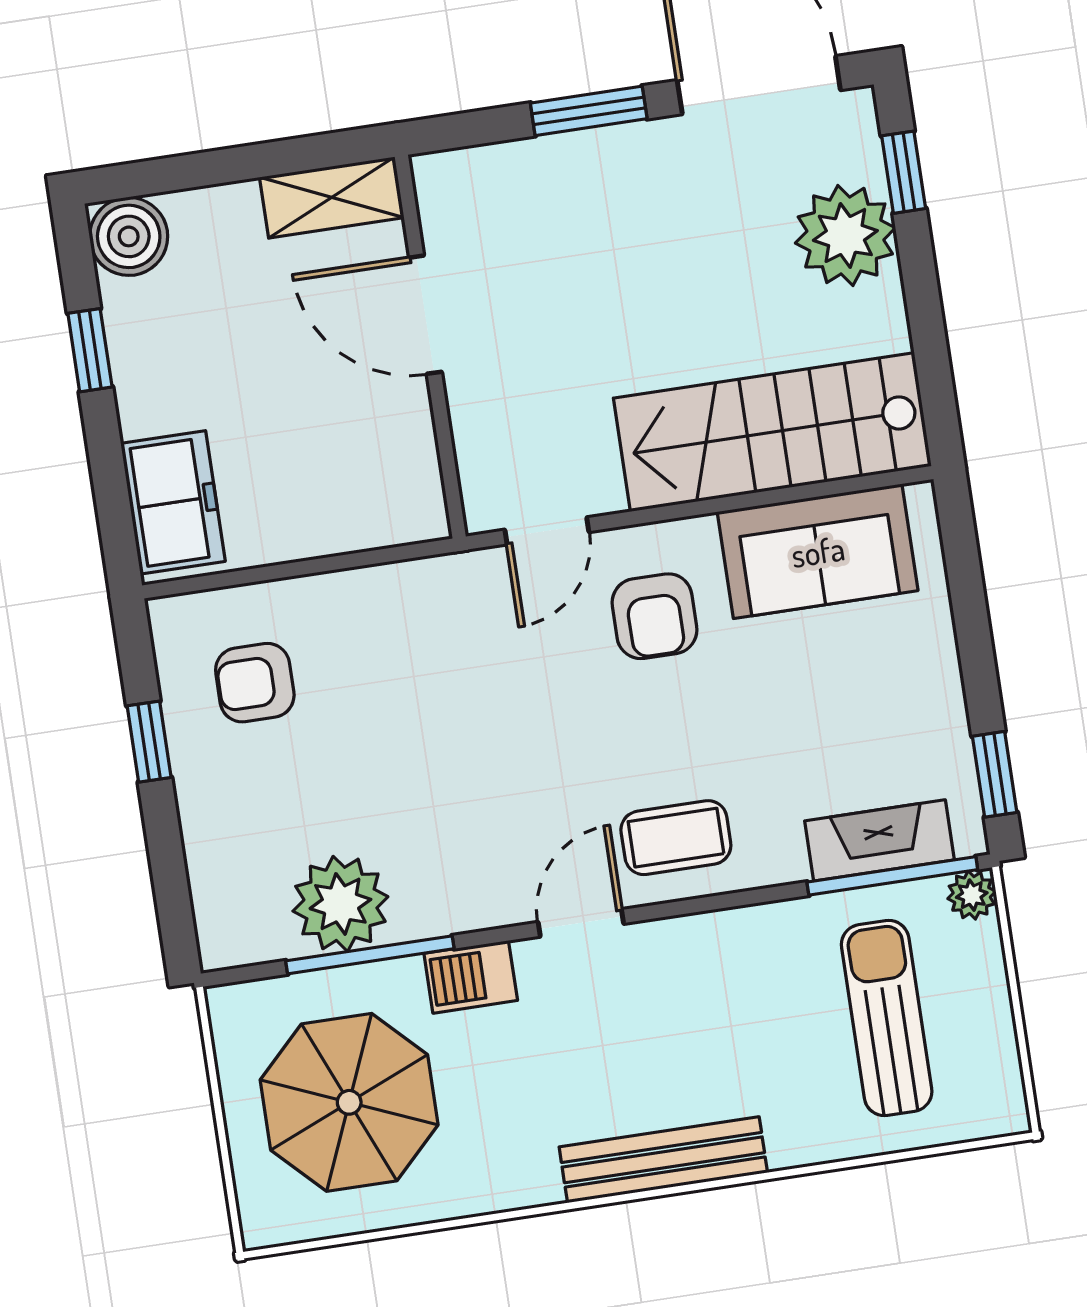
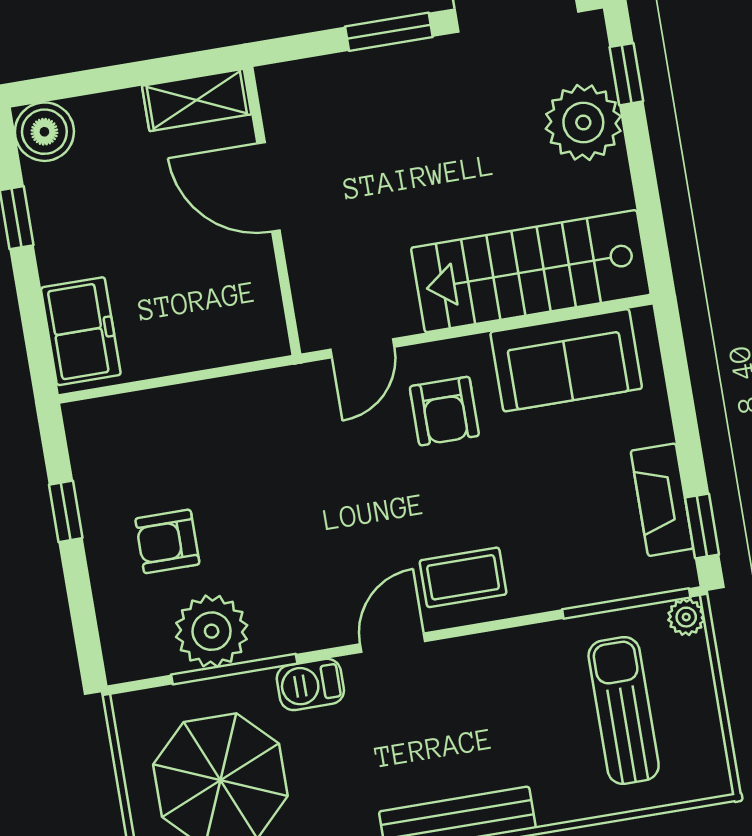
armchair: (255, 683) -> (167, 541), moved
fireplace: (879, 840) -> (662, 500), moved, turned -90

